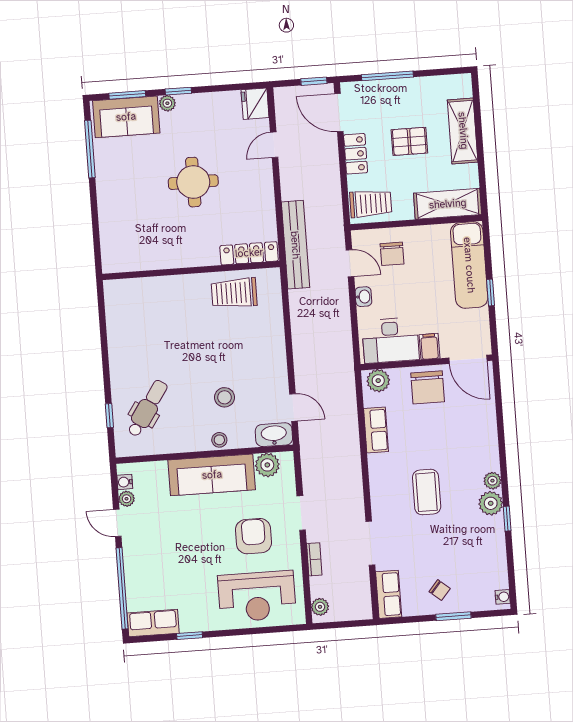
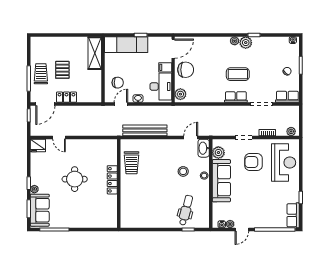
shelving: (463, 131) -> (59, 43), removed
trolley: (371, 204) -> (41, 74), moved
bench: (295, 245) -> (145, 130), moved
locker: (249, 253) -> (112, 180), moved
dental chair: (147, 408) -> (186, 210), turned 70
row of seats: (376, 430) -> (236, 97), moved

